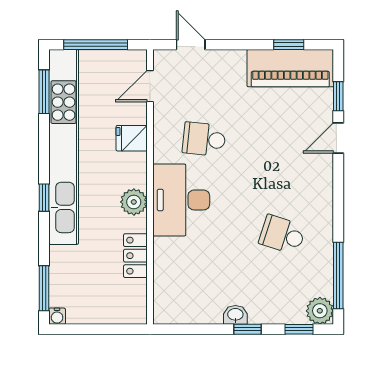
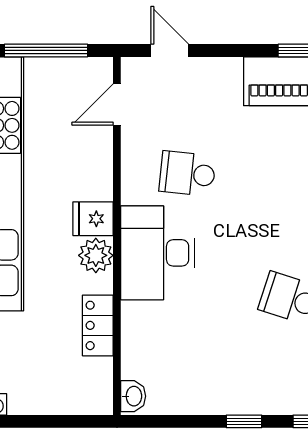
fridge: (132, 138) -> (93, 219), moved
washbasin: (235, 315) -> (133, 396), moved, turned 90

